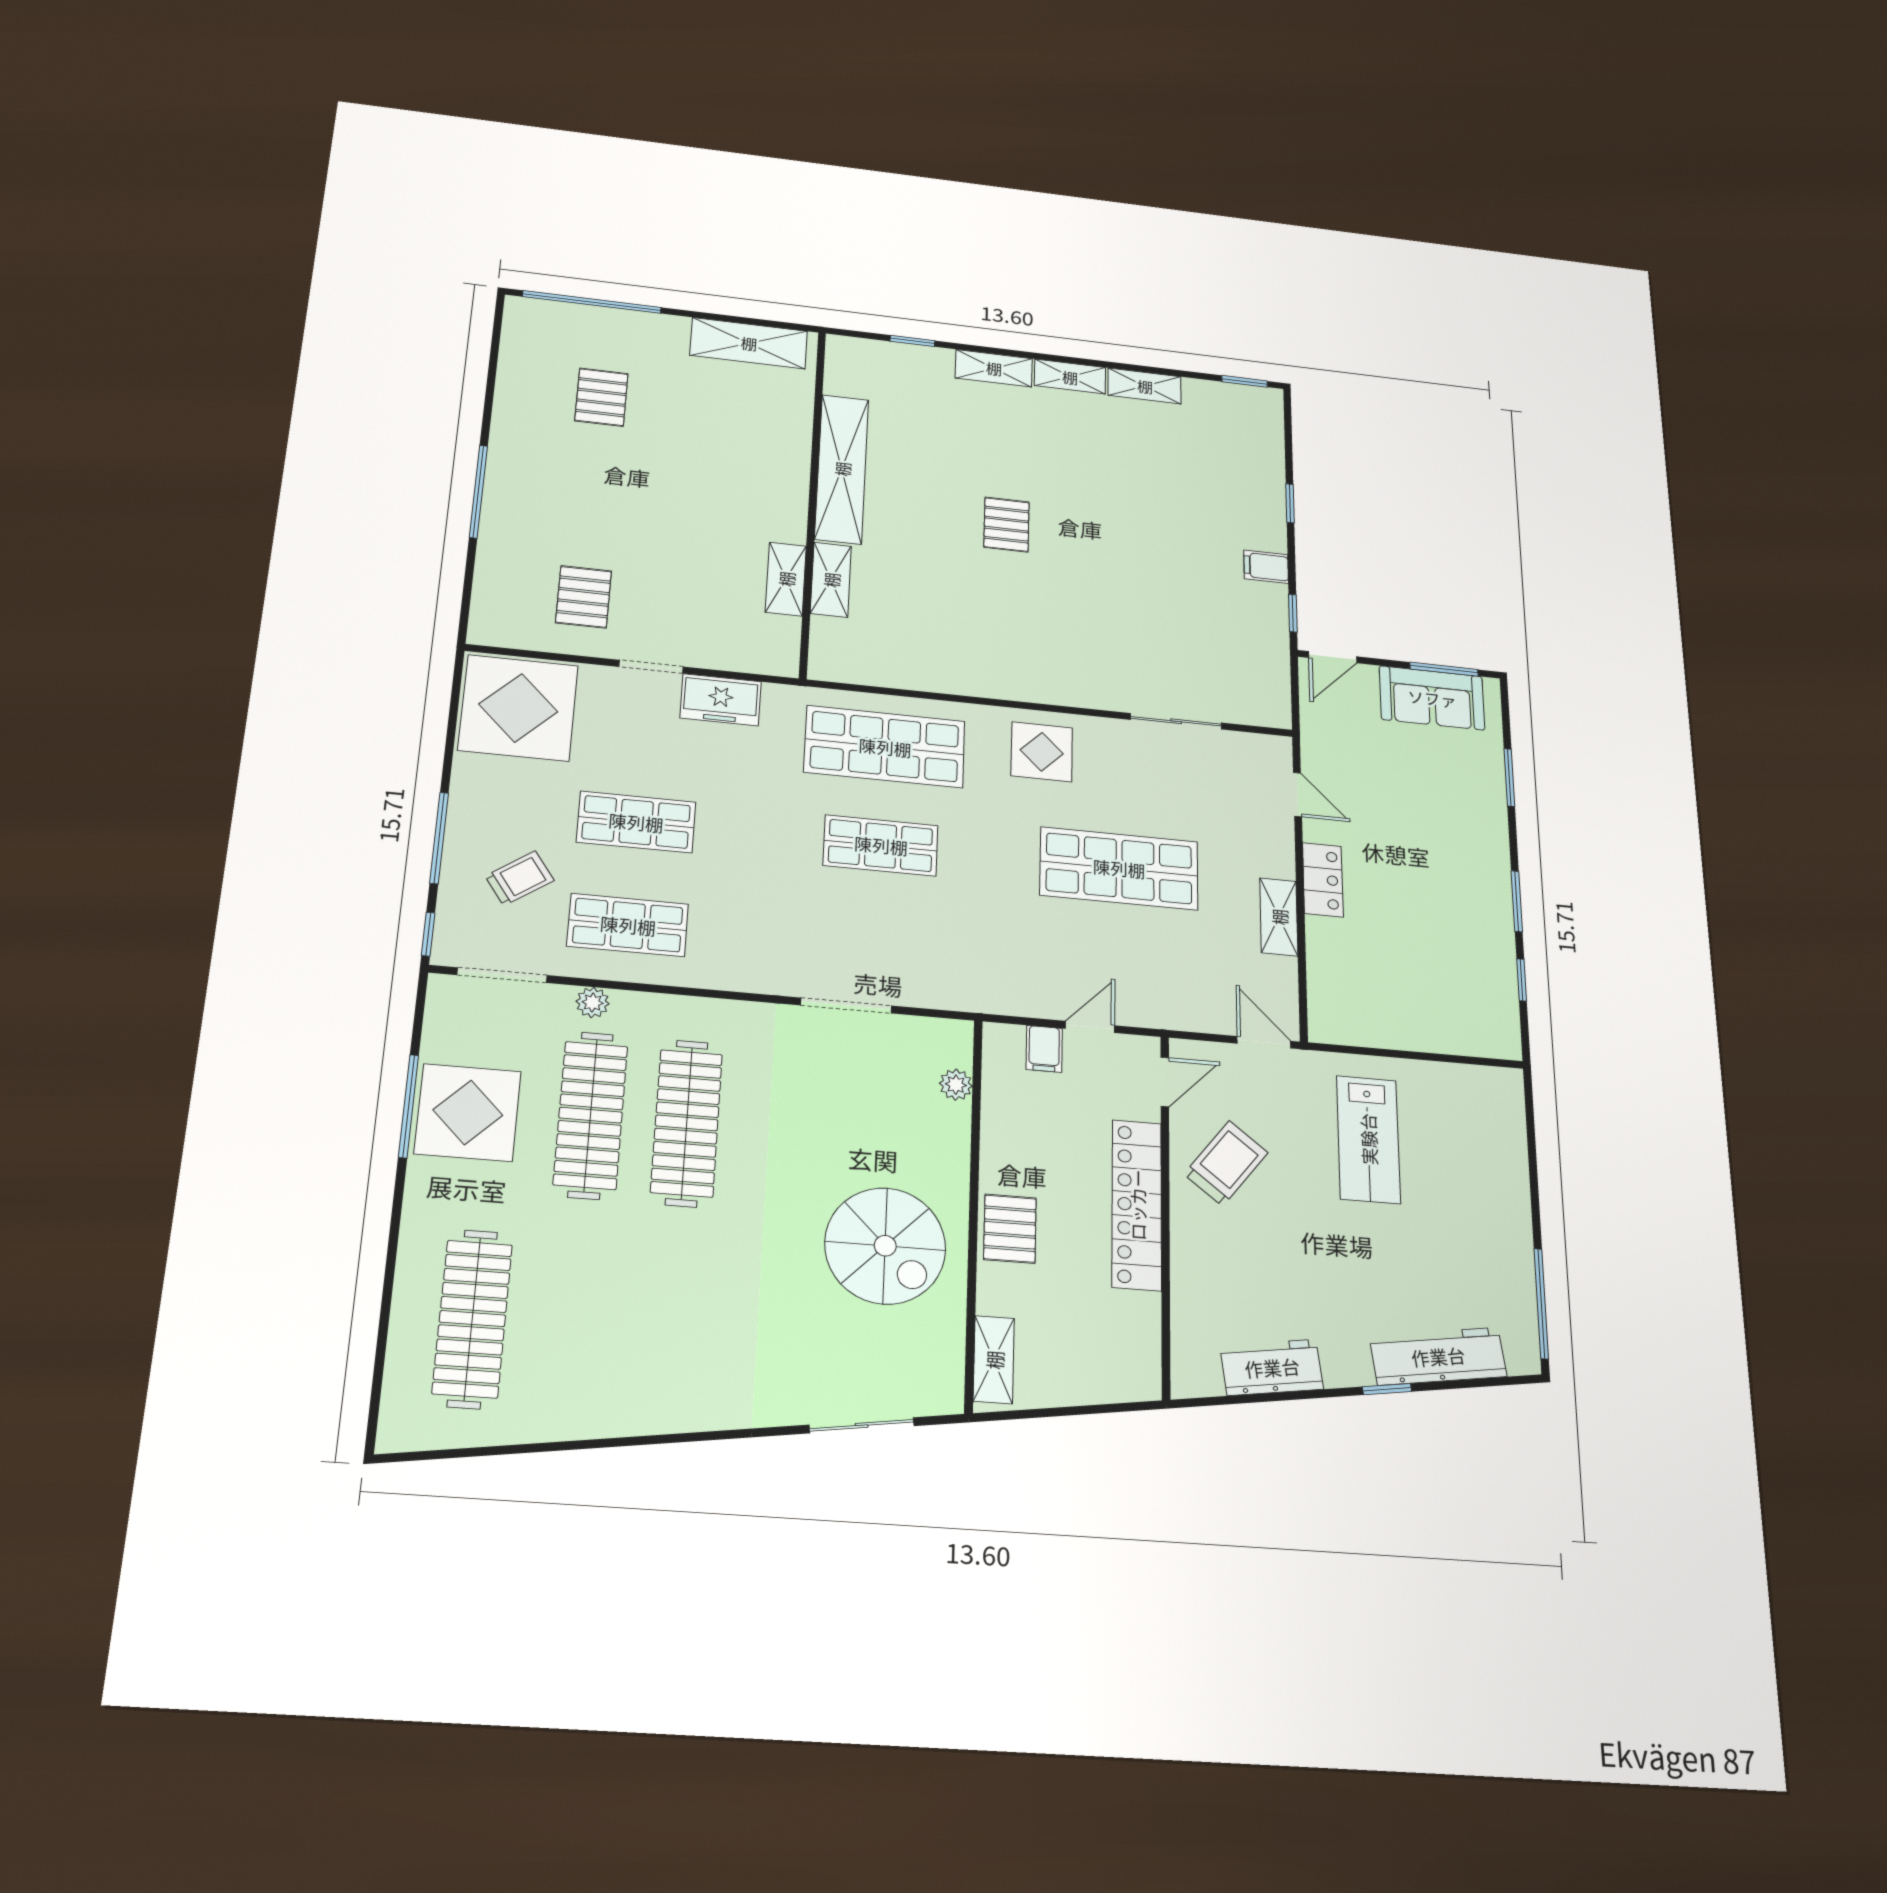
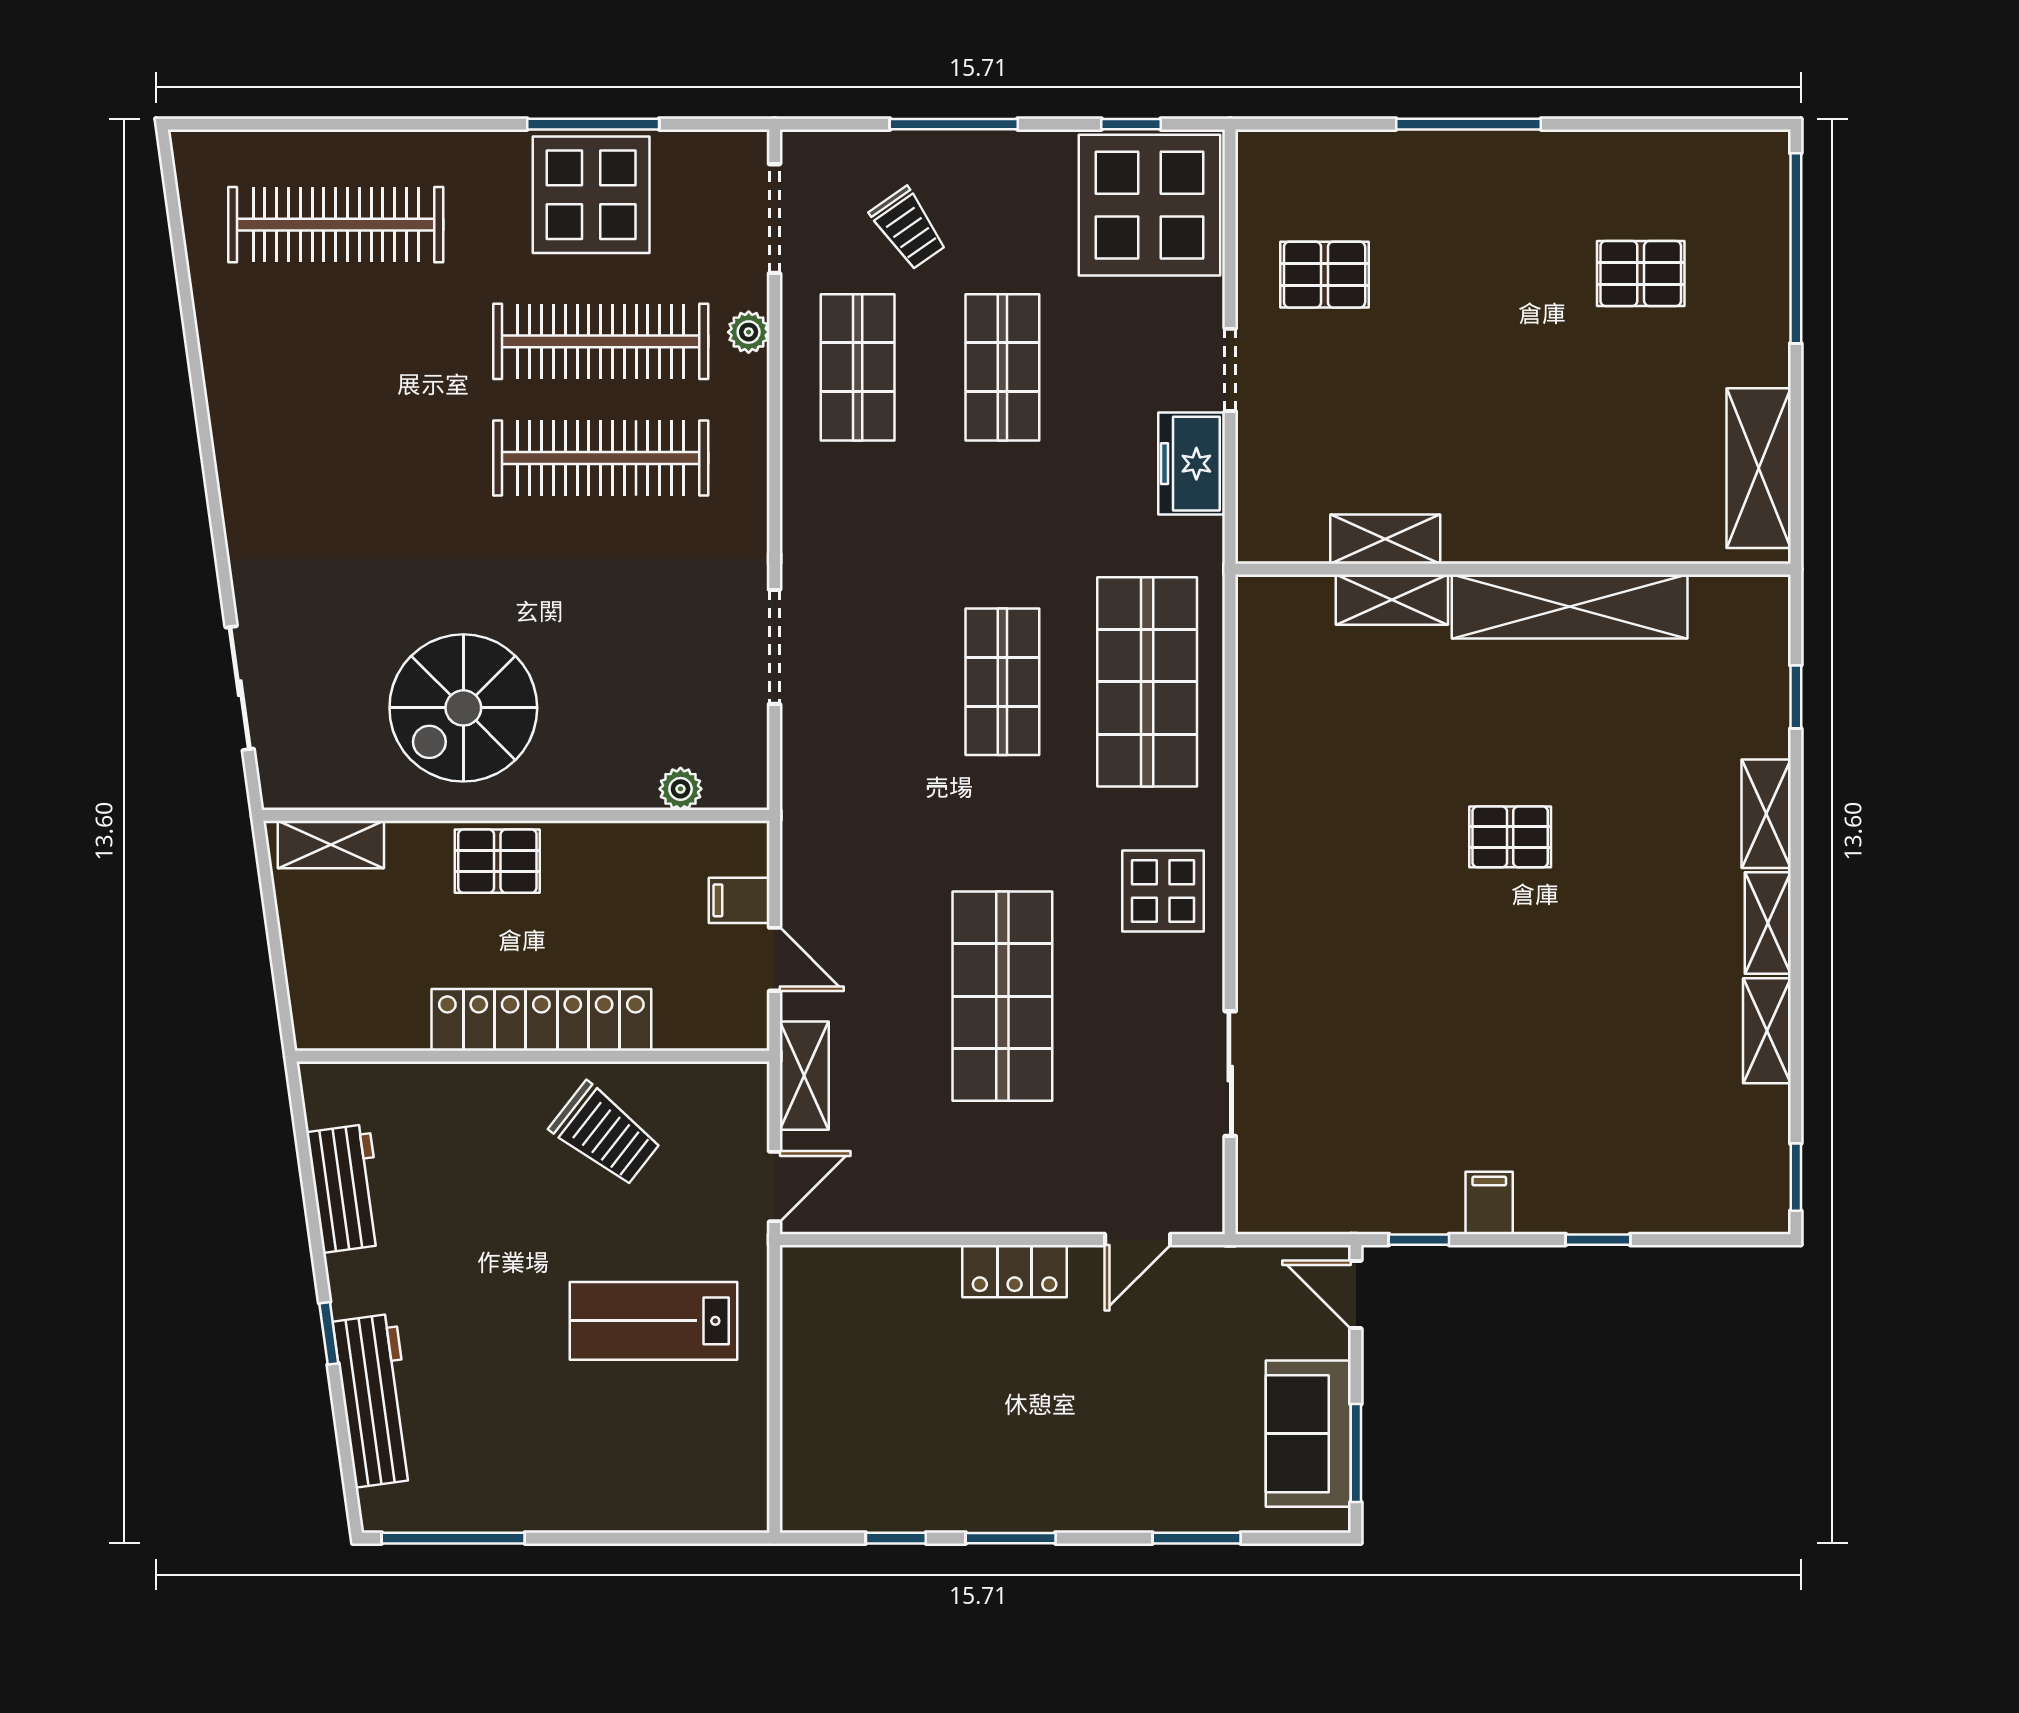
shelving: (1279, 917) -> (804, 1076), moved, turned 90
window: (428, 934) -> (1131, 124), moved
door: (1165, 1082) -> (708, 1056), removed

